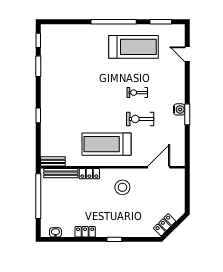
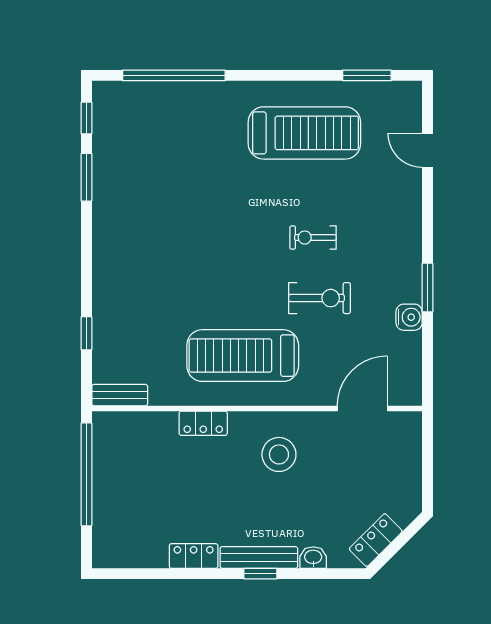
window: (114, 22) -> (174, 75), moved
water cooler: (179, 109) -> (409, 317), moved
window: (38, 115) -> (86, 333), moved
exercise bike: (140, 119) -> (320, 298), turned 180
bench: (61, 173) -> (259, 557), moved
washbasin: (55, 232) -> (313, 558), moved

